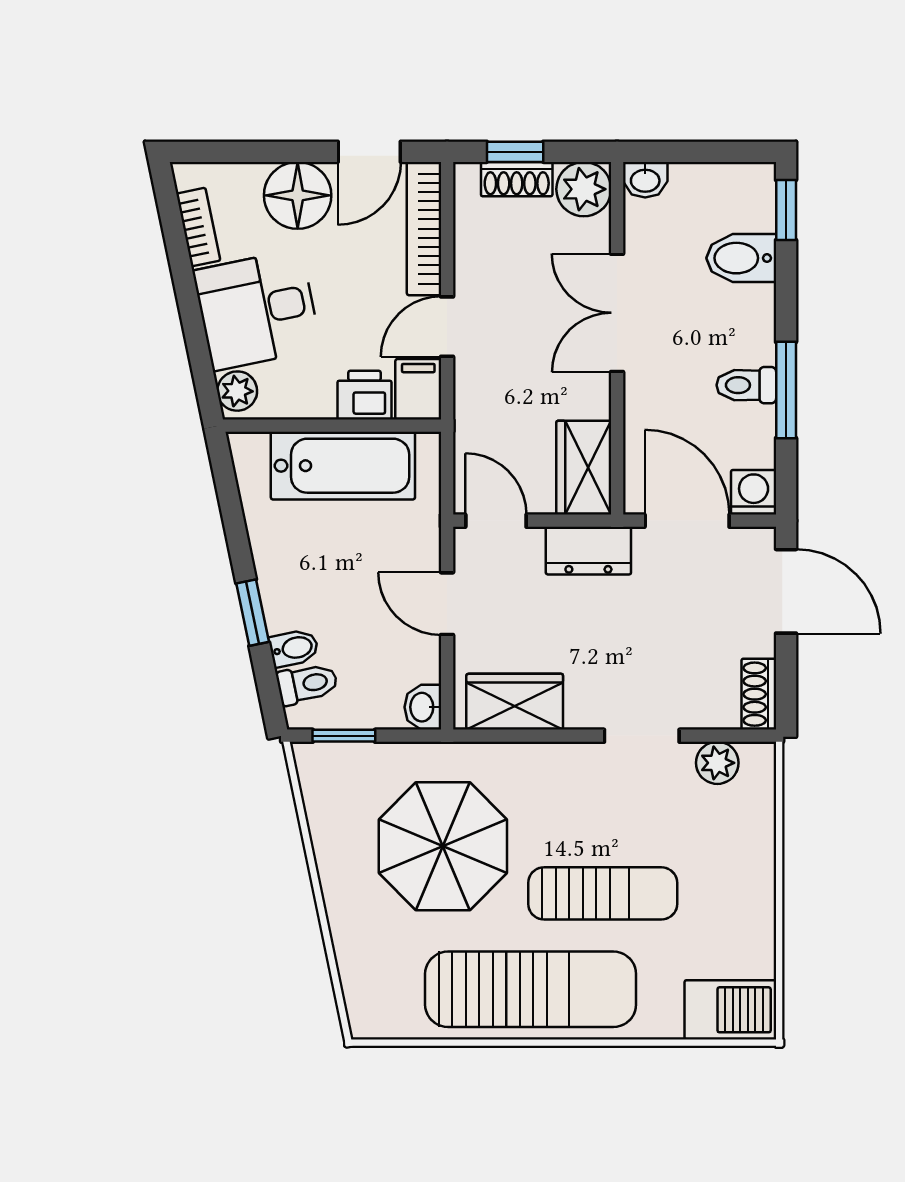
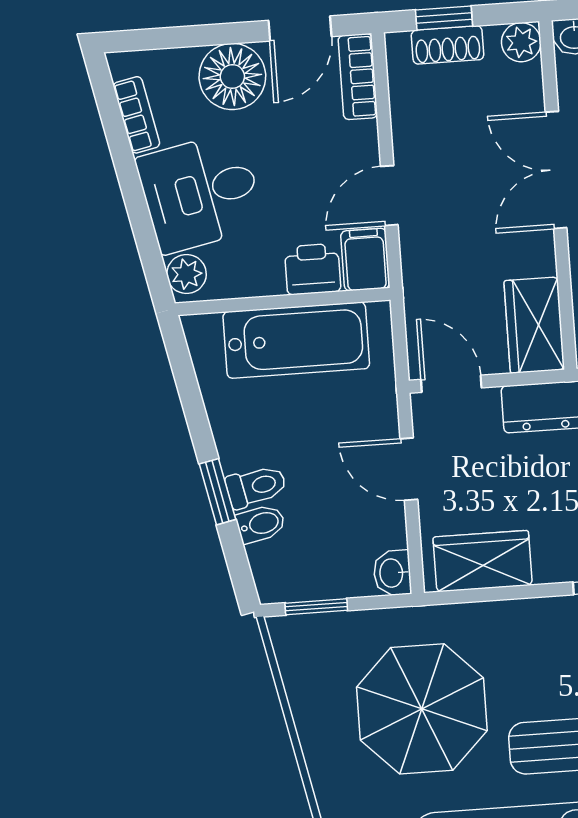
plant: (584, 189) -> (521, 42), width x0.73, depth x0.73
bookcase: (424, 229) -> (358, 77), width x0.64
toilet: (307, 684) -> (256, 486), moved

